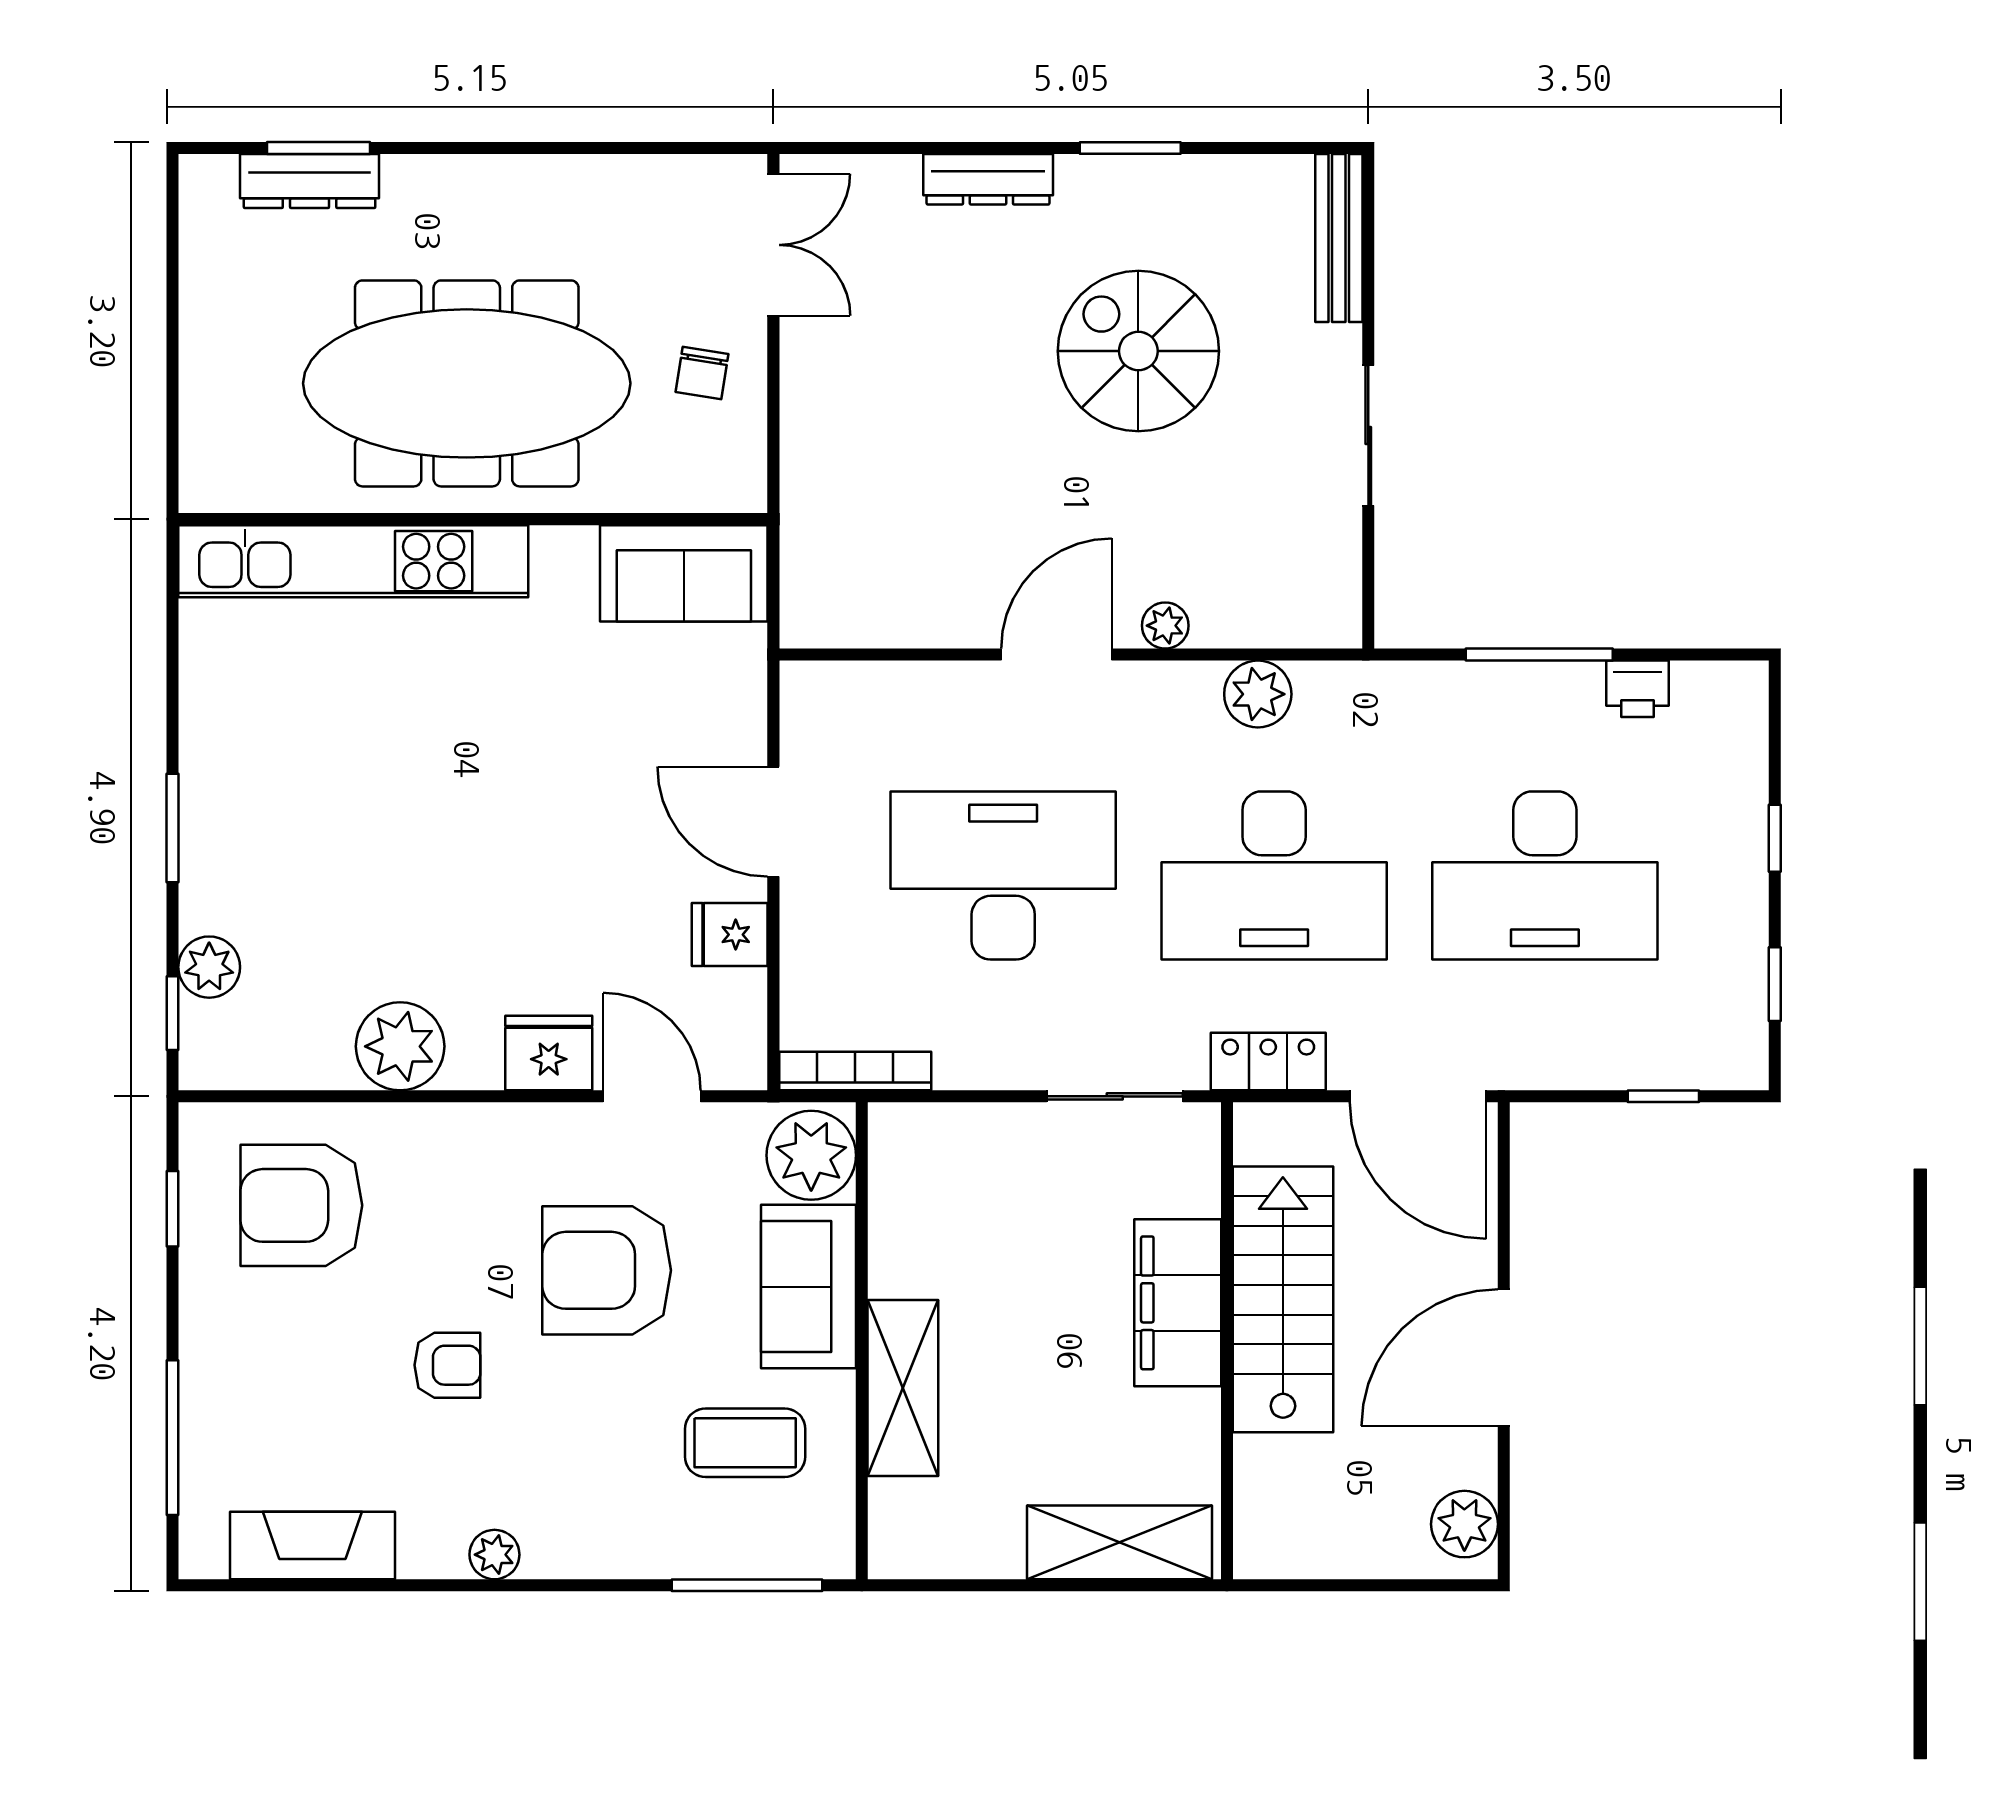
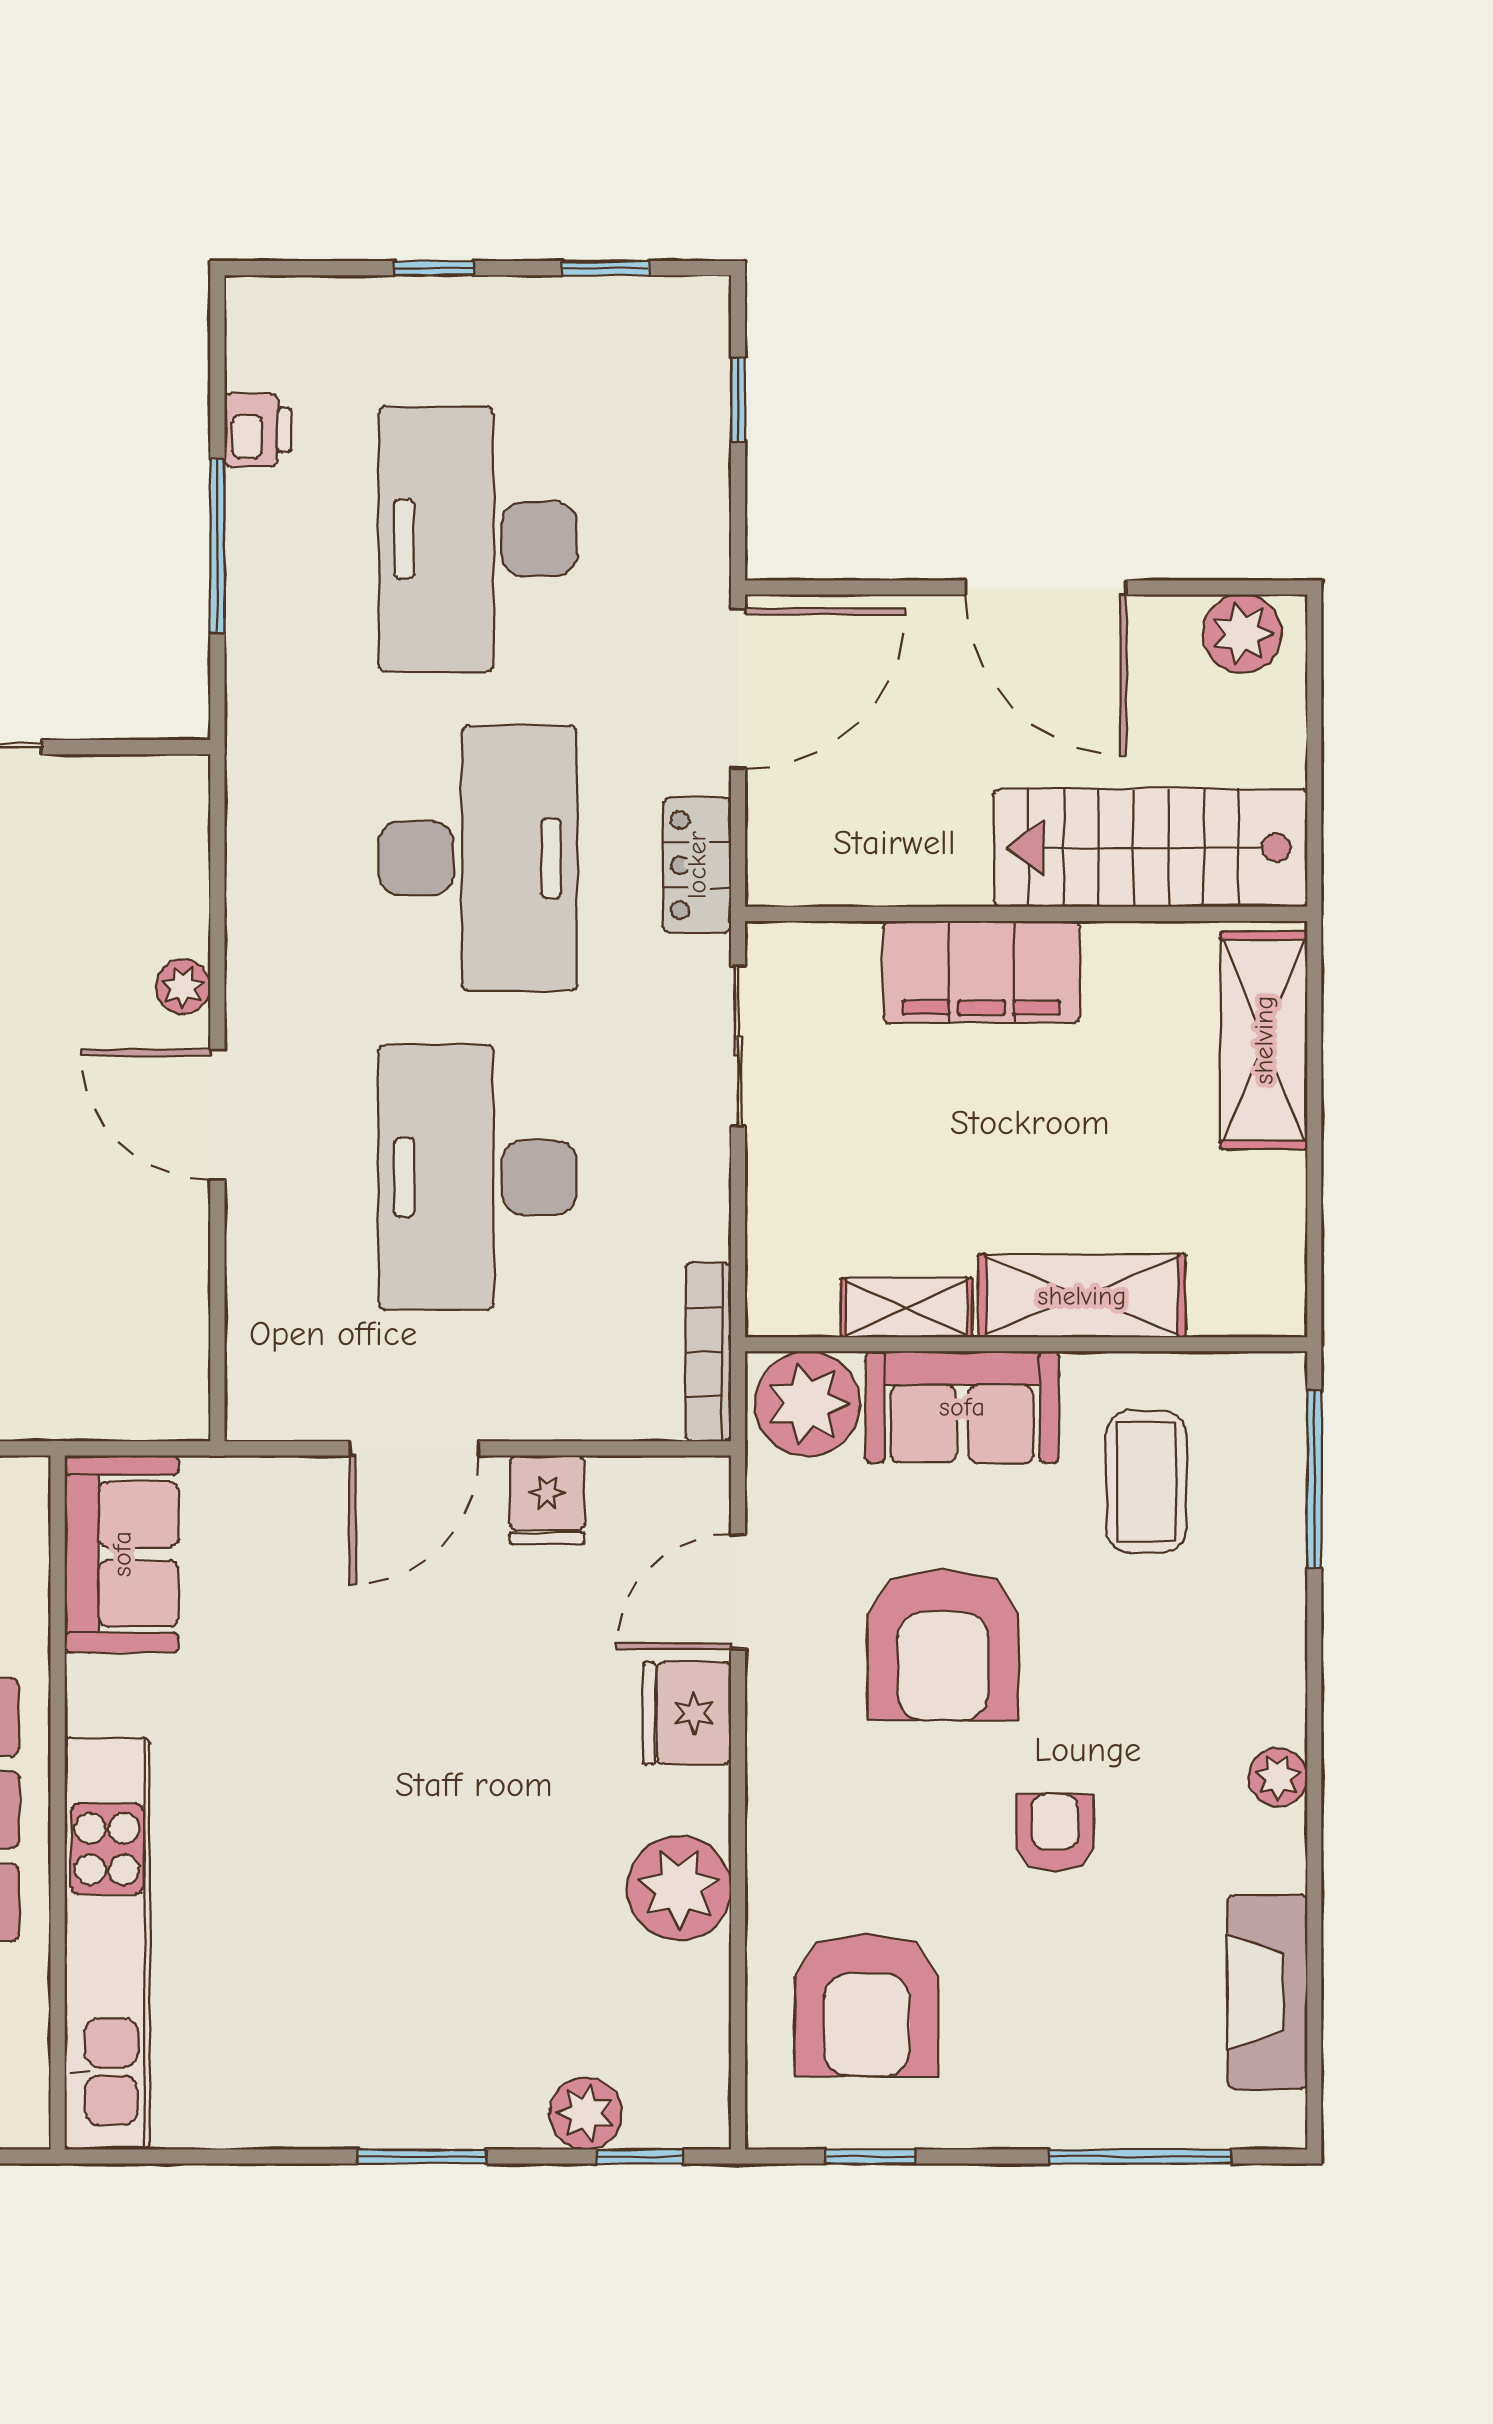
plant: (1258, 694) -> (264, 877), removed
desk: (1545, 875) -> (478, 539), turned 180
shelving: (893, 1239) -> (907, 1308), added
stairs: (1283, 1299) -> (1151, 848), moved

